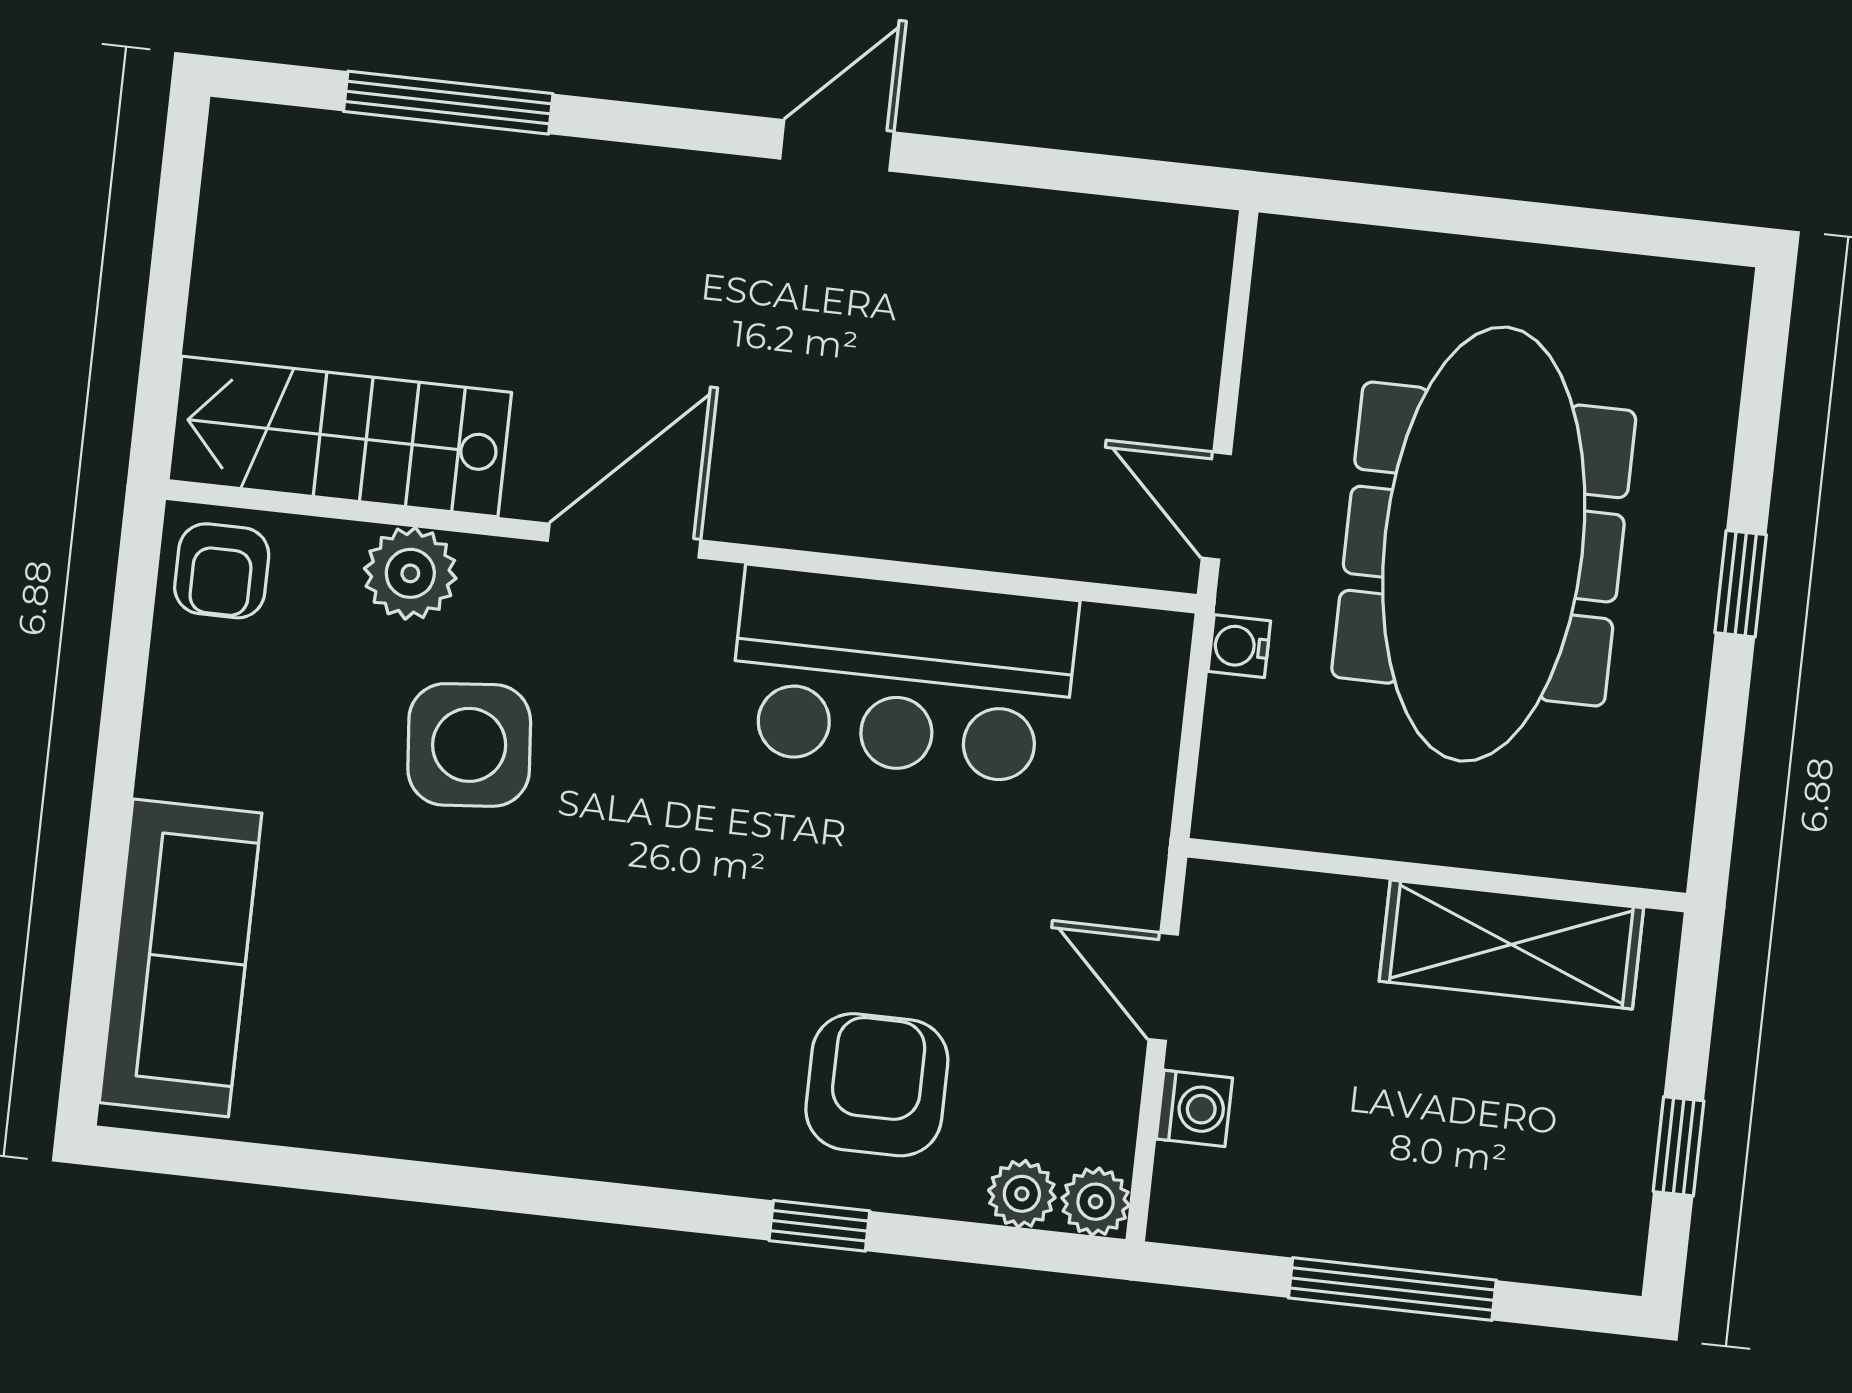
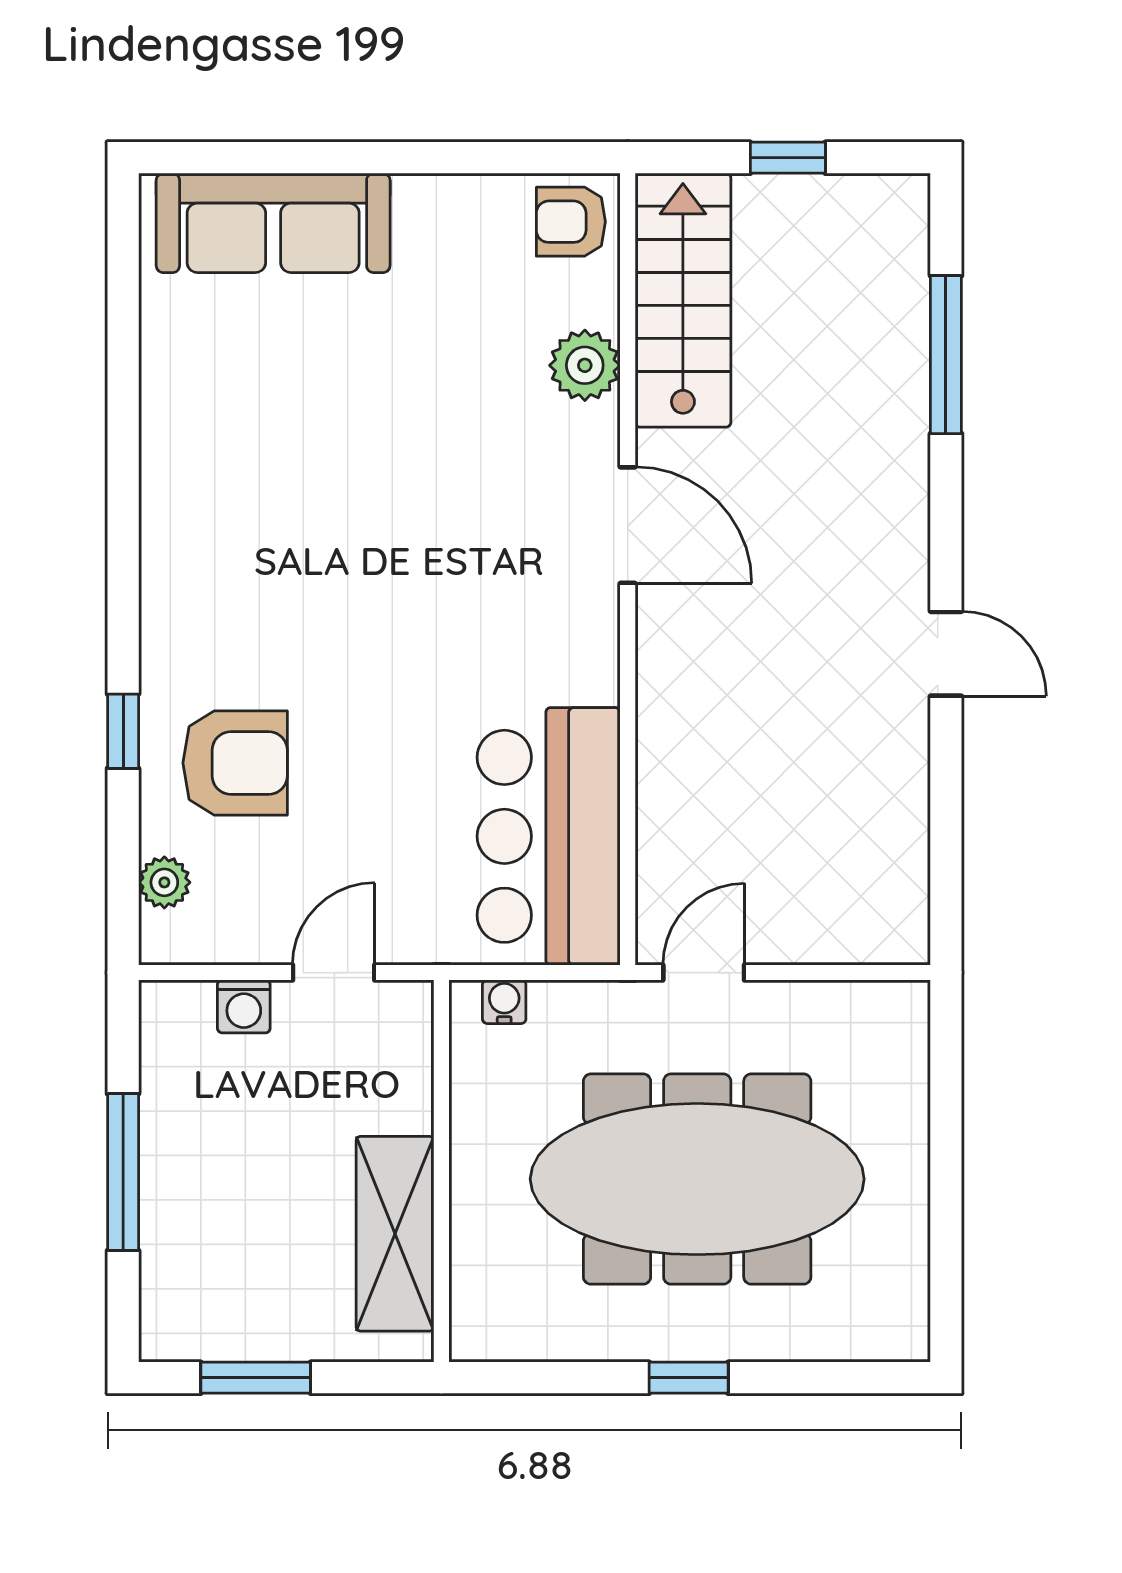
window: (170, 280) -> (788, 158), added
water cooler: (1239, 646) -> (504, 1002), moved
bar counter: (903, 675) -> (549, 836), moved
side table: (469, 745) -> (459, 424), removed
window: (1679, 1146) -> (256, 1378), width x1.50
plant: (1096, 1202) -> (165, 939), removed

